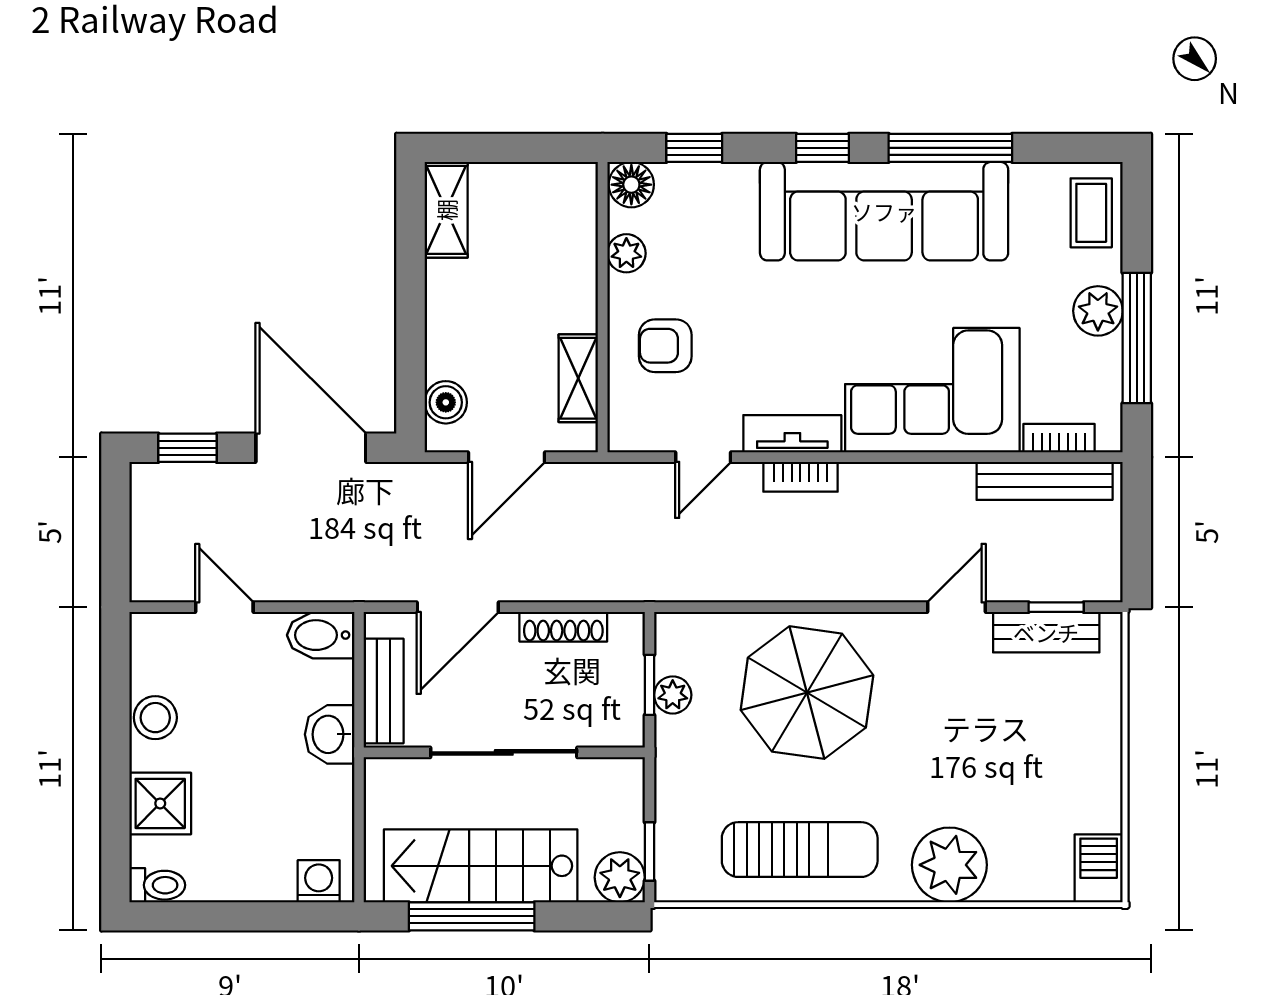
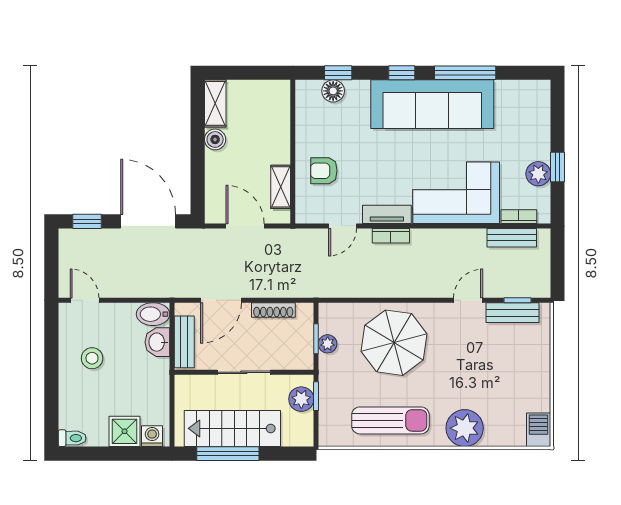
floor lamp: (631, 185) -> (333, 91), moved
coffee table: (1091, 213) -> (535, 105), removed
plant: (626, 253) -> (305, 125), removed
plant: (1098, 311) -> (538, 174), moved
window: (1137, 338) -> (557, 167), width x0.46
boiler: (446, 402) -> (215, 139), moved
door: (506, 457) -> (245, 226), swing flipped
bench: (1045, 481) -> (512, 238), width x0.73
door: (224, 607) -> (85, 300), moved
stool: (155, 718) -> (92, 358), moved
washbasin: (330, 734) -> (157, 342), moved
sliding door: (504, 752) -> (244, 372), width x0.73
shower: (160, 803) -> (125, 431), moved
window: (649, 851) -> (316, 396), moved
plant: (620, 877) -> (301, 399), moved

